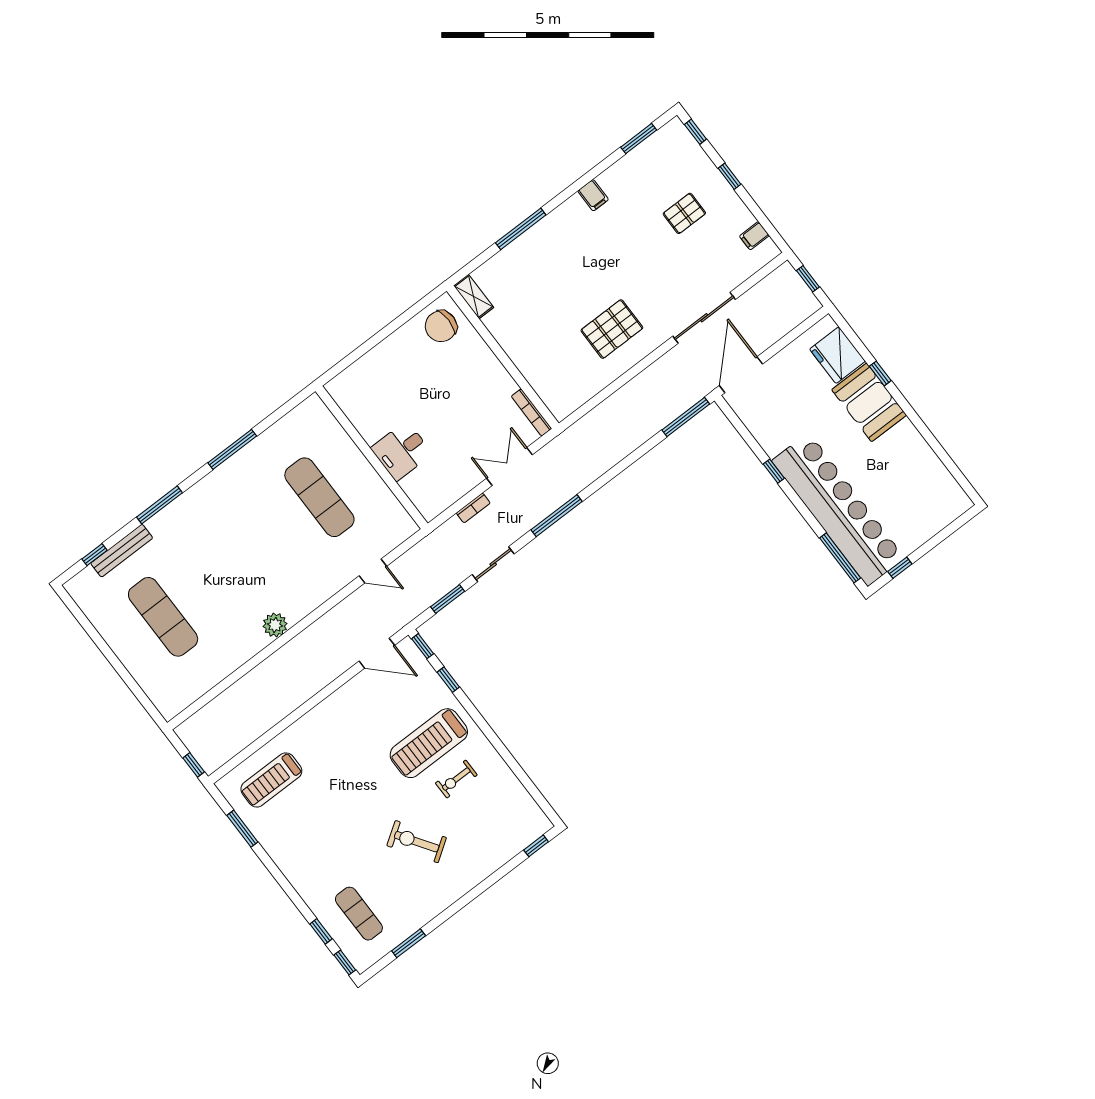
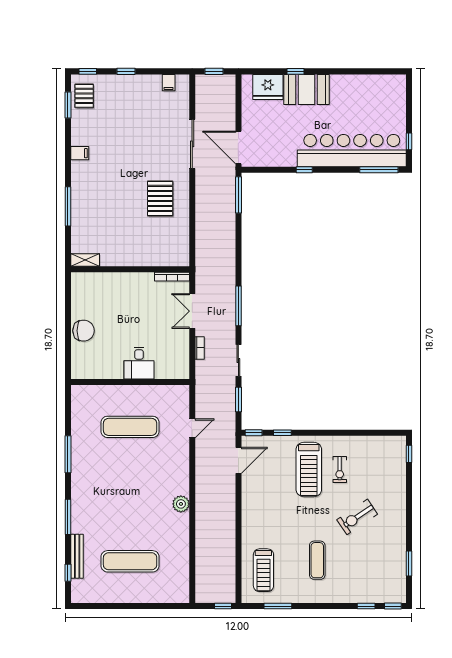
pallet: (684, 213) -> (84, 96), moved
chair: (441, 326) -> (84, 331), moved, turned -90
exercise mat: (359, 914) -> (317, 560), moved, turned 90

